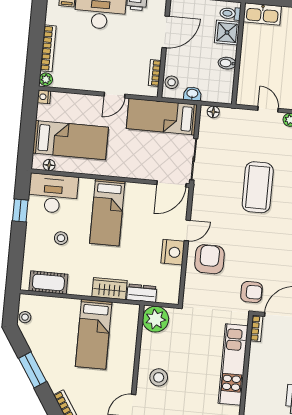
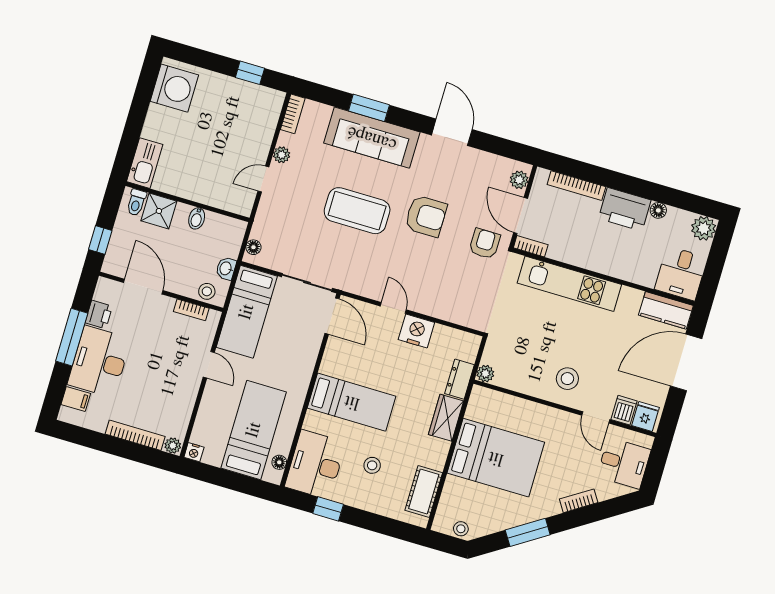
armchair: (209, 259) -> (426, 216), moved, turned 180
plant: (156, 319) -> (485, 374), width x0.53, depth x0.53
bed: (94, 334) -> (496, 458), width x1.50

